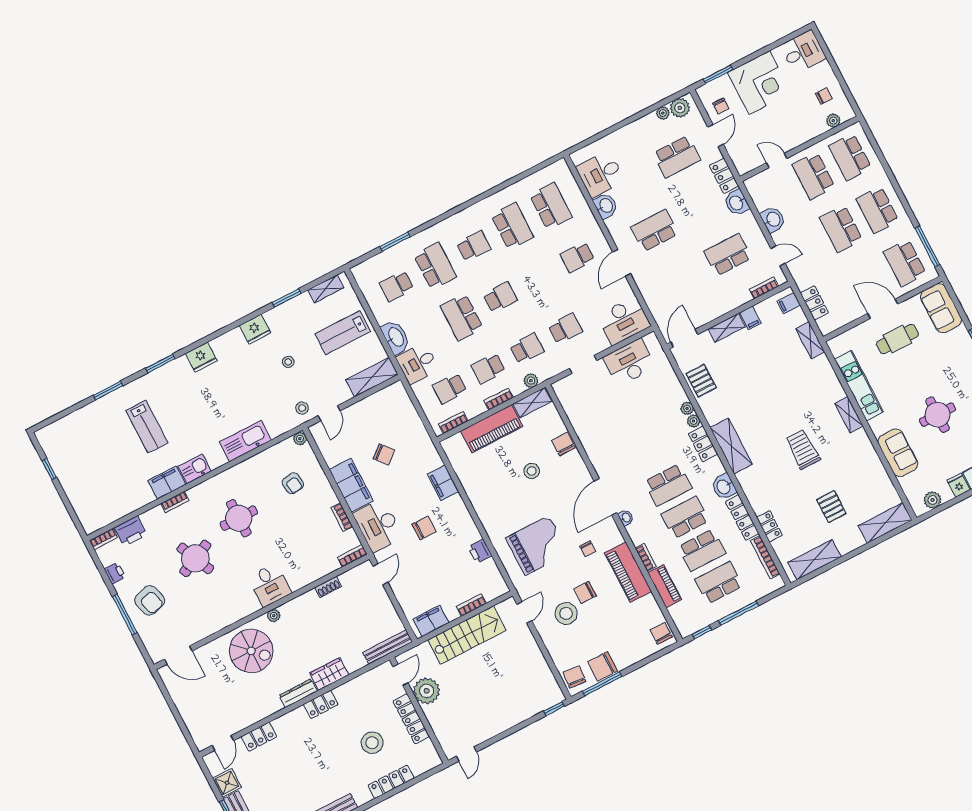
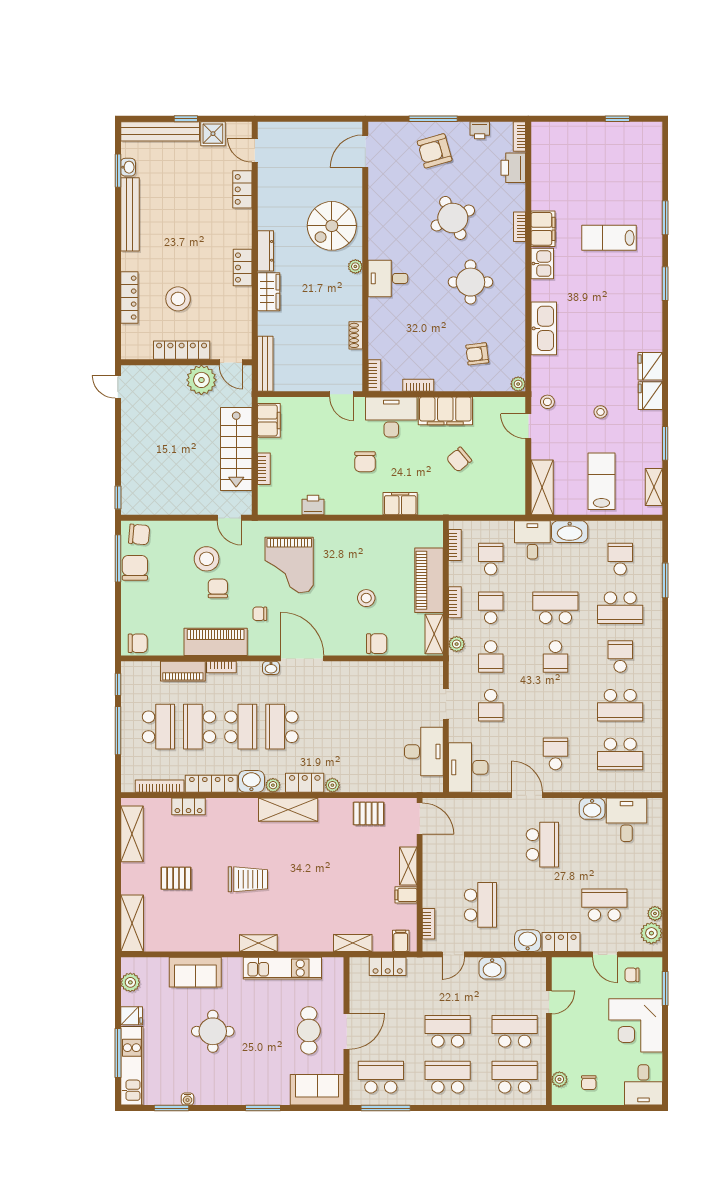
school desk: (677, 157) -> (604, 905), turned 90
school desk: (474, 246) -> (620, 656), turned 180
fridge: (201, 357) -> (650, 366), moved
plant: (687, 408) -> (273, 785), moved

